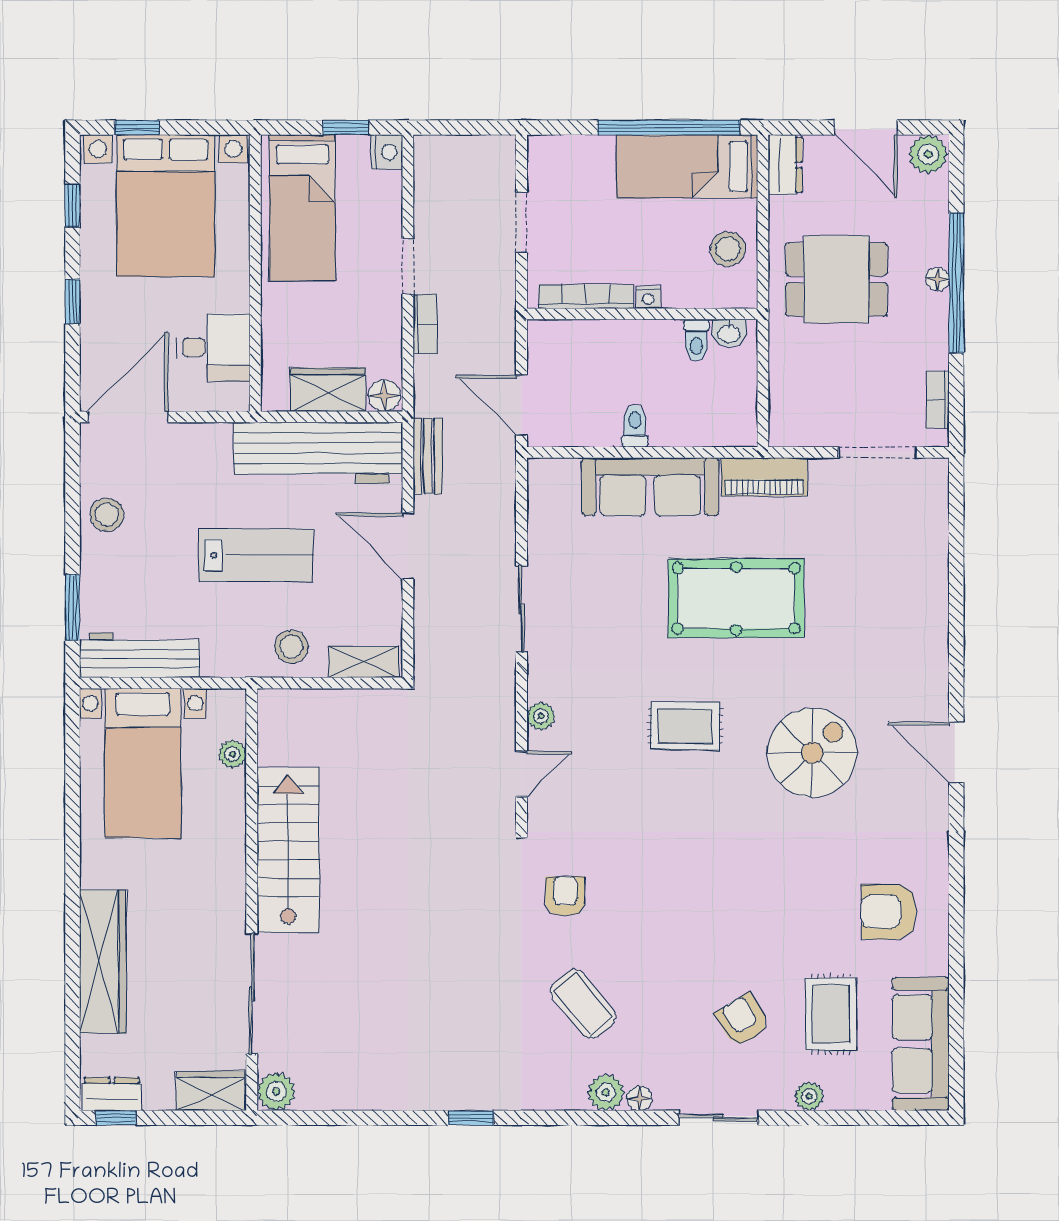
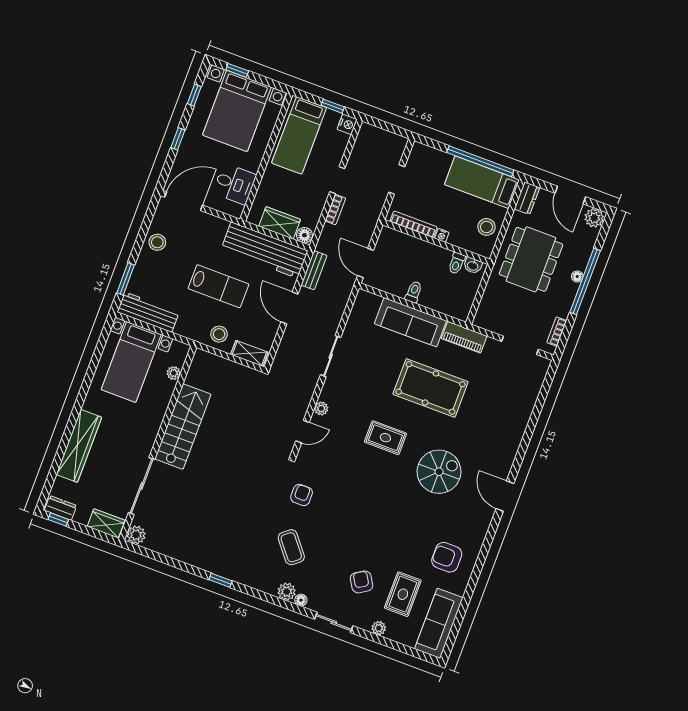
dining table: (837, 279) -> (531, 259), width x1.37

